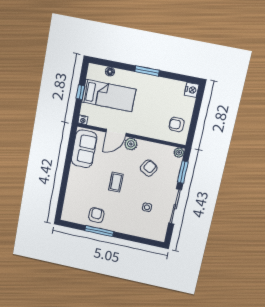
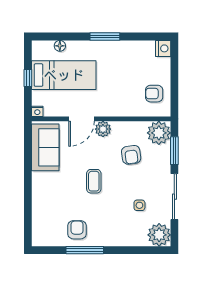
plant: (179, 153) -> (159, 133), width x1.87, depth x1.87
armchair: (149, 168) -> (131, 155), turned 141
plant: (157, 232) -> (159, 235), added

